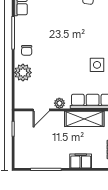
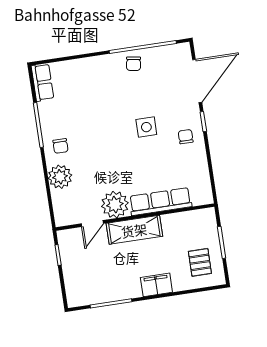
side table: (97, 65) -> (146, 127), moved
plant: (59, 103) -> (115, 205), width x1.87, depth x1.87
shelving: (84, 119) -> (134, 230), moved

